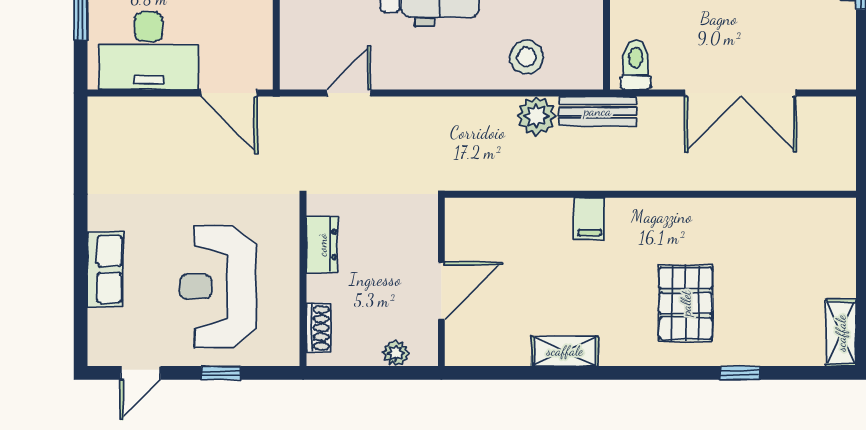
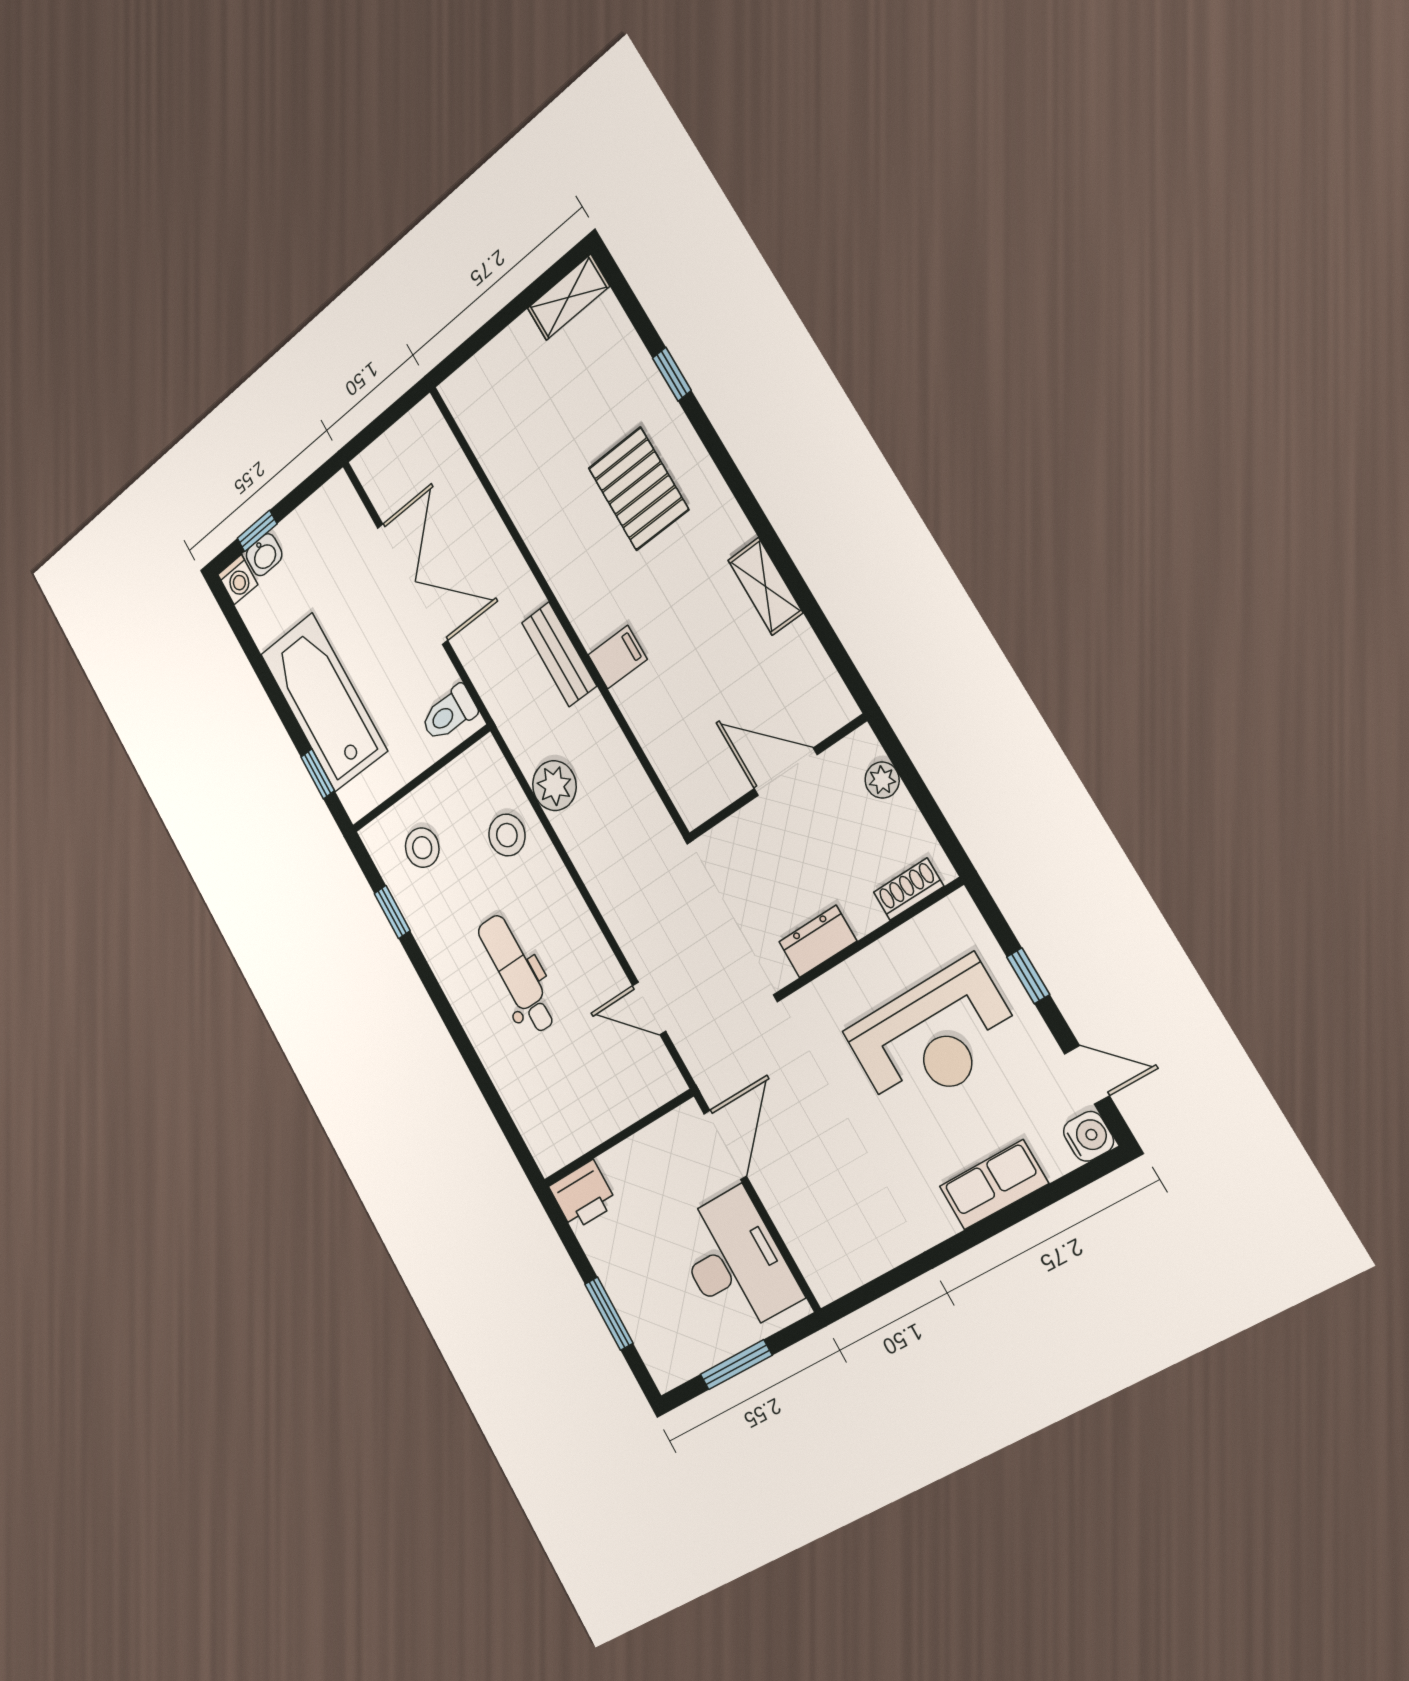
bench: (598, 111) -> (559, 654), moved
pallet: (686, 303) -> (638, 489), turned 90
water cooler: (103, 351) -> (1088, 1136), added

